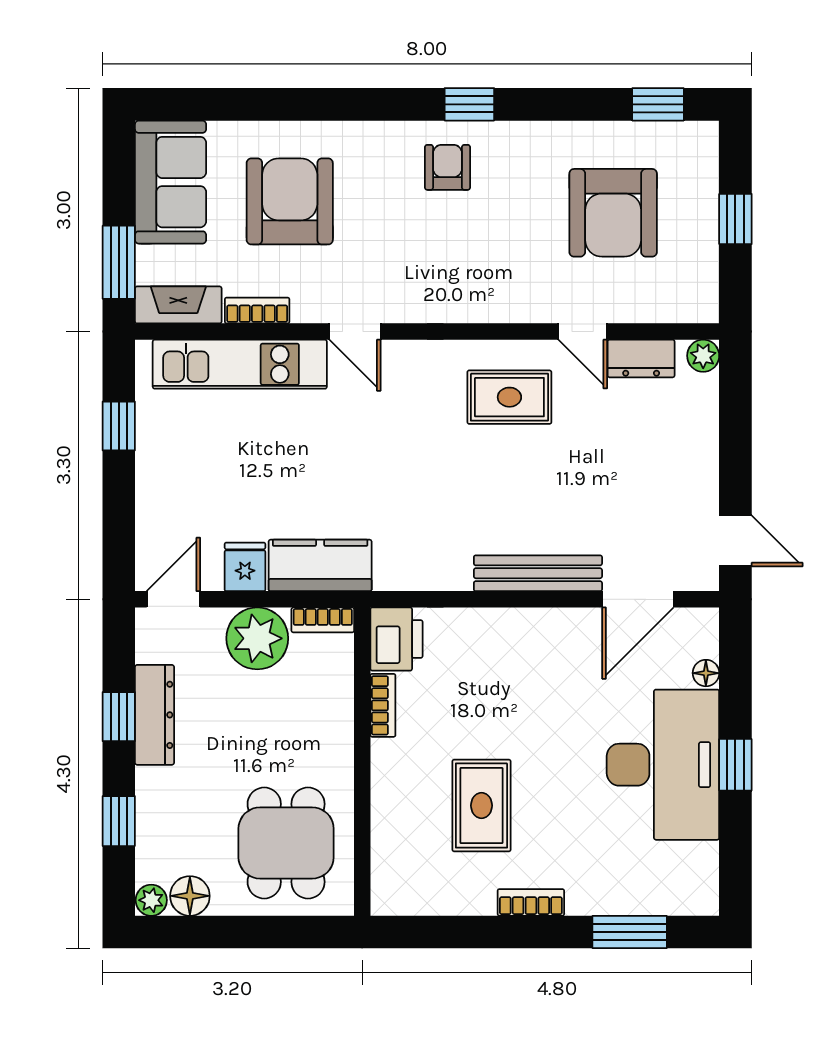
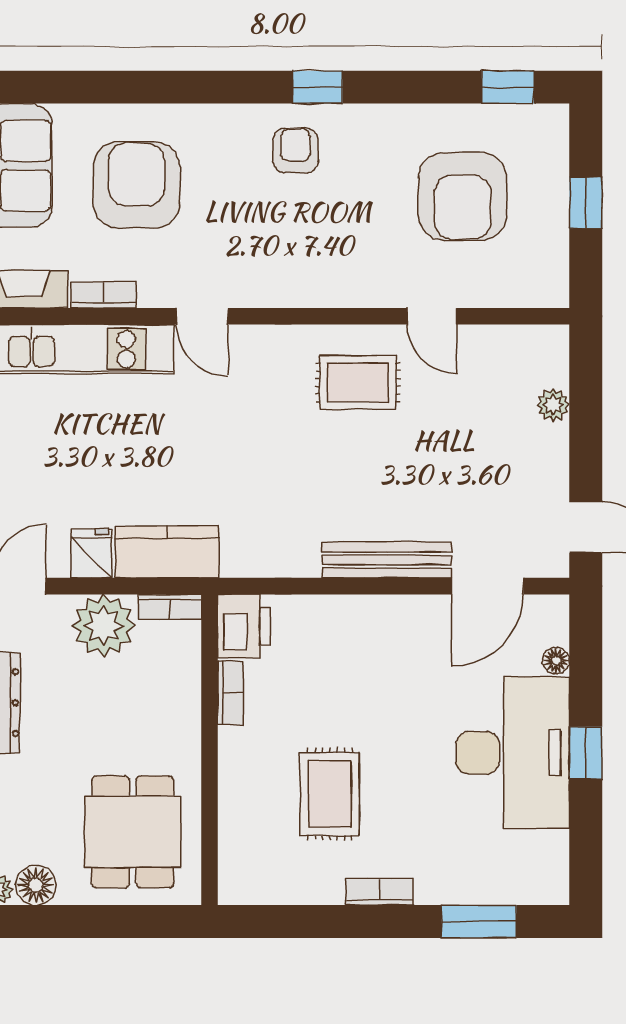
plant: (703, 356) -> (553, 405), moved
dresser: (641, 358) -> (491, 343), removed

